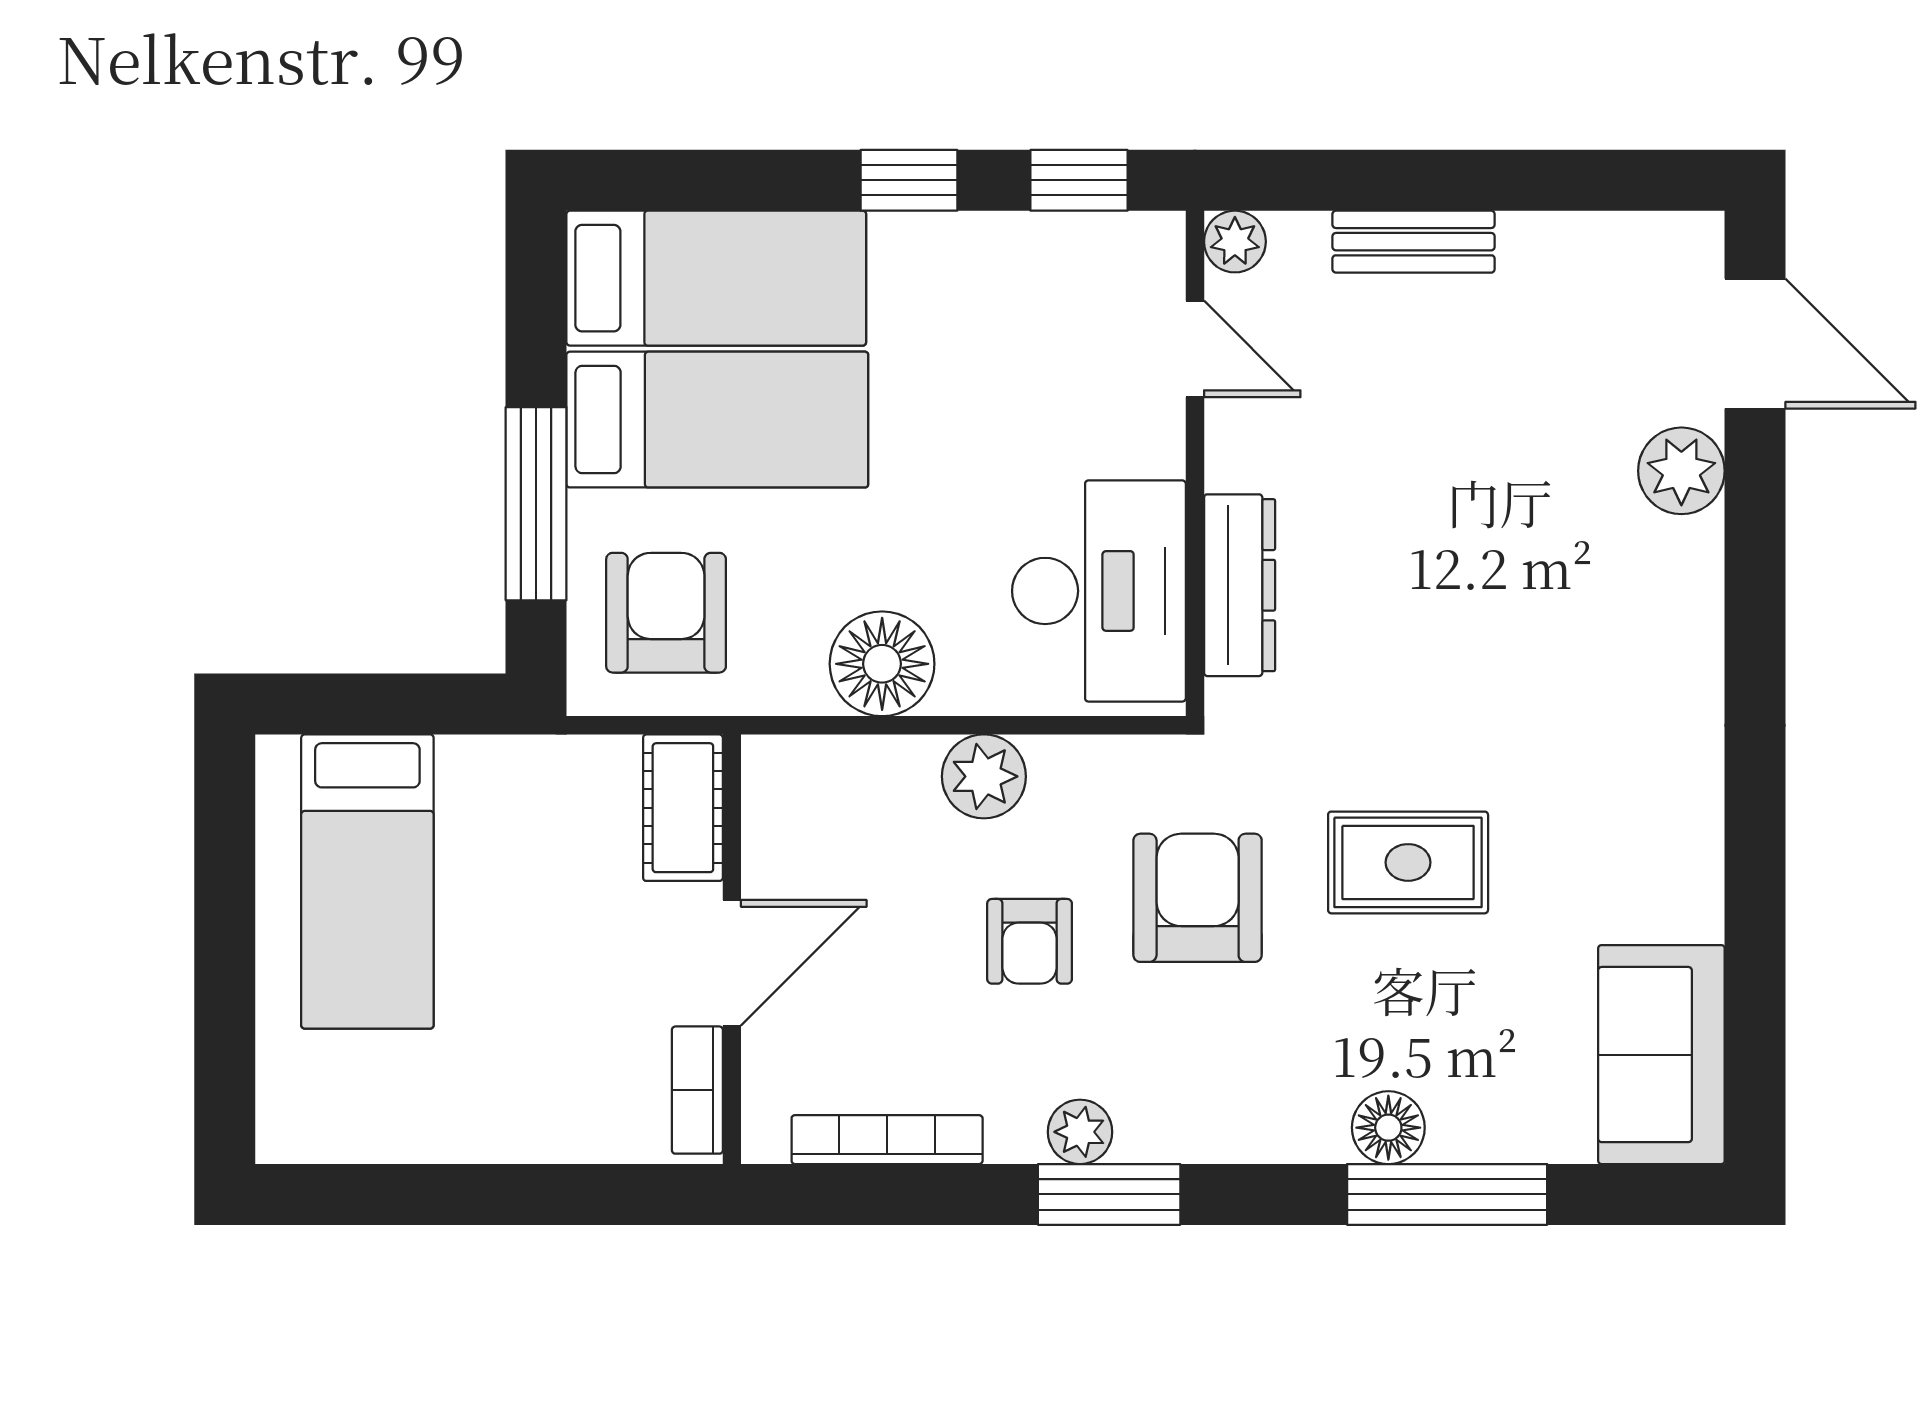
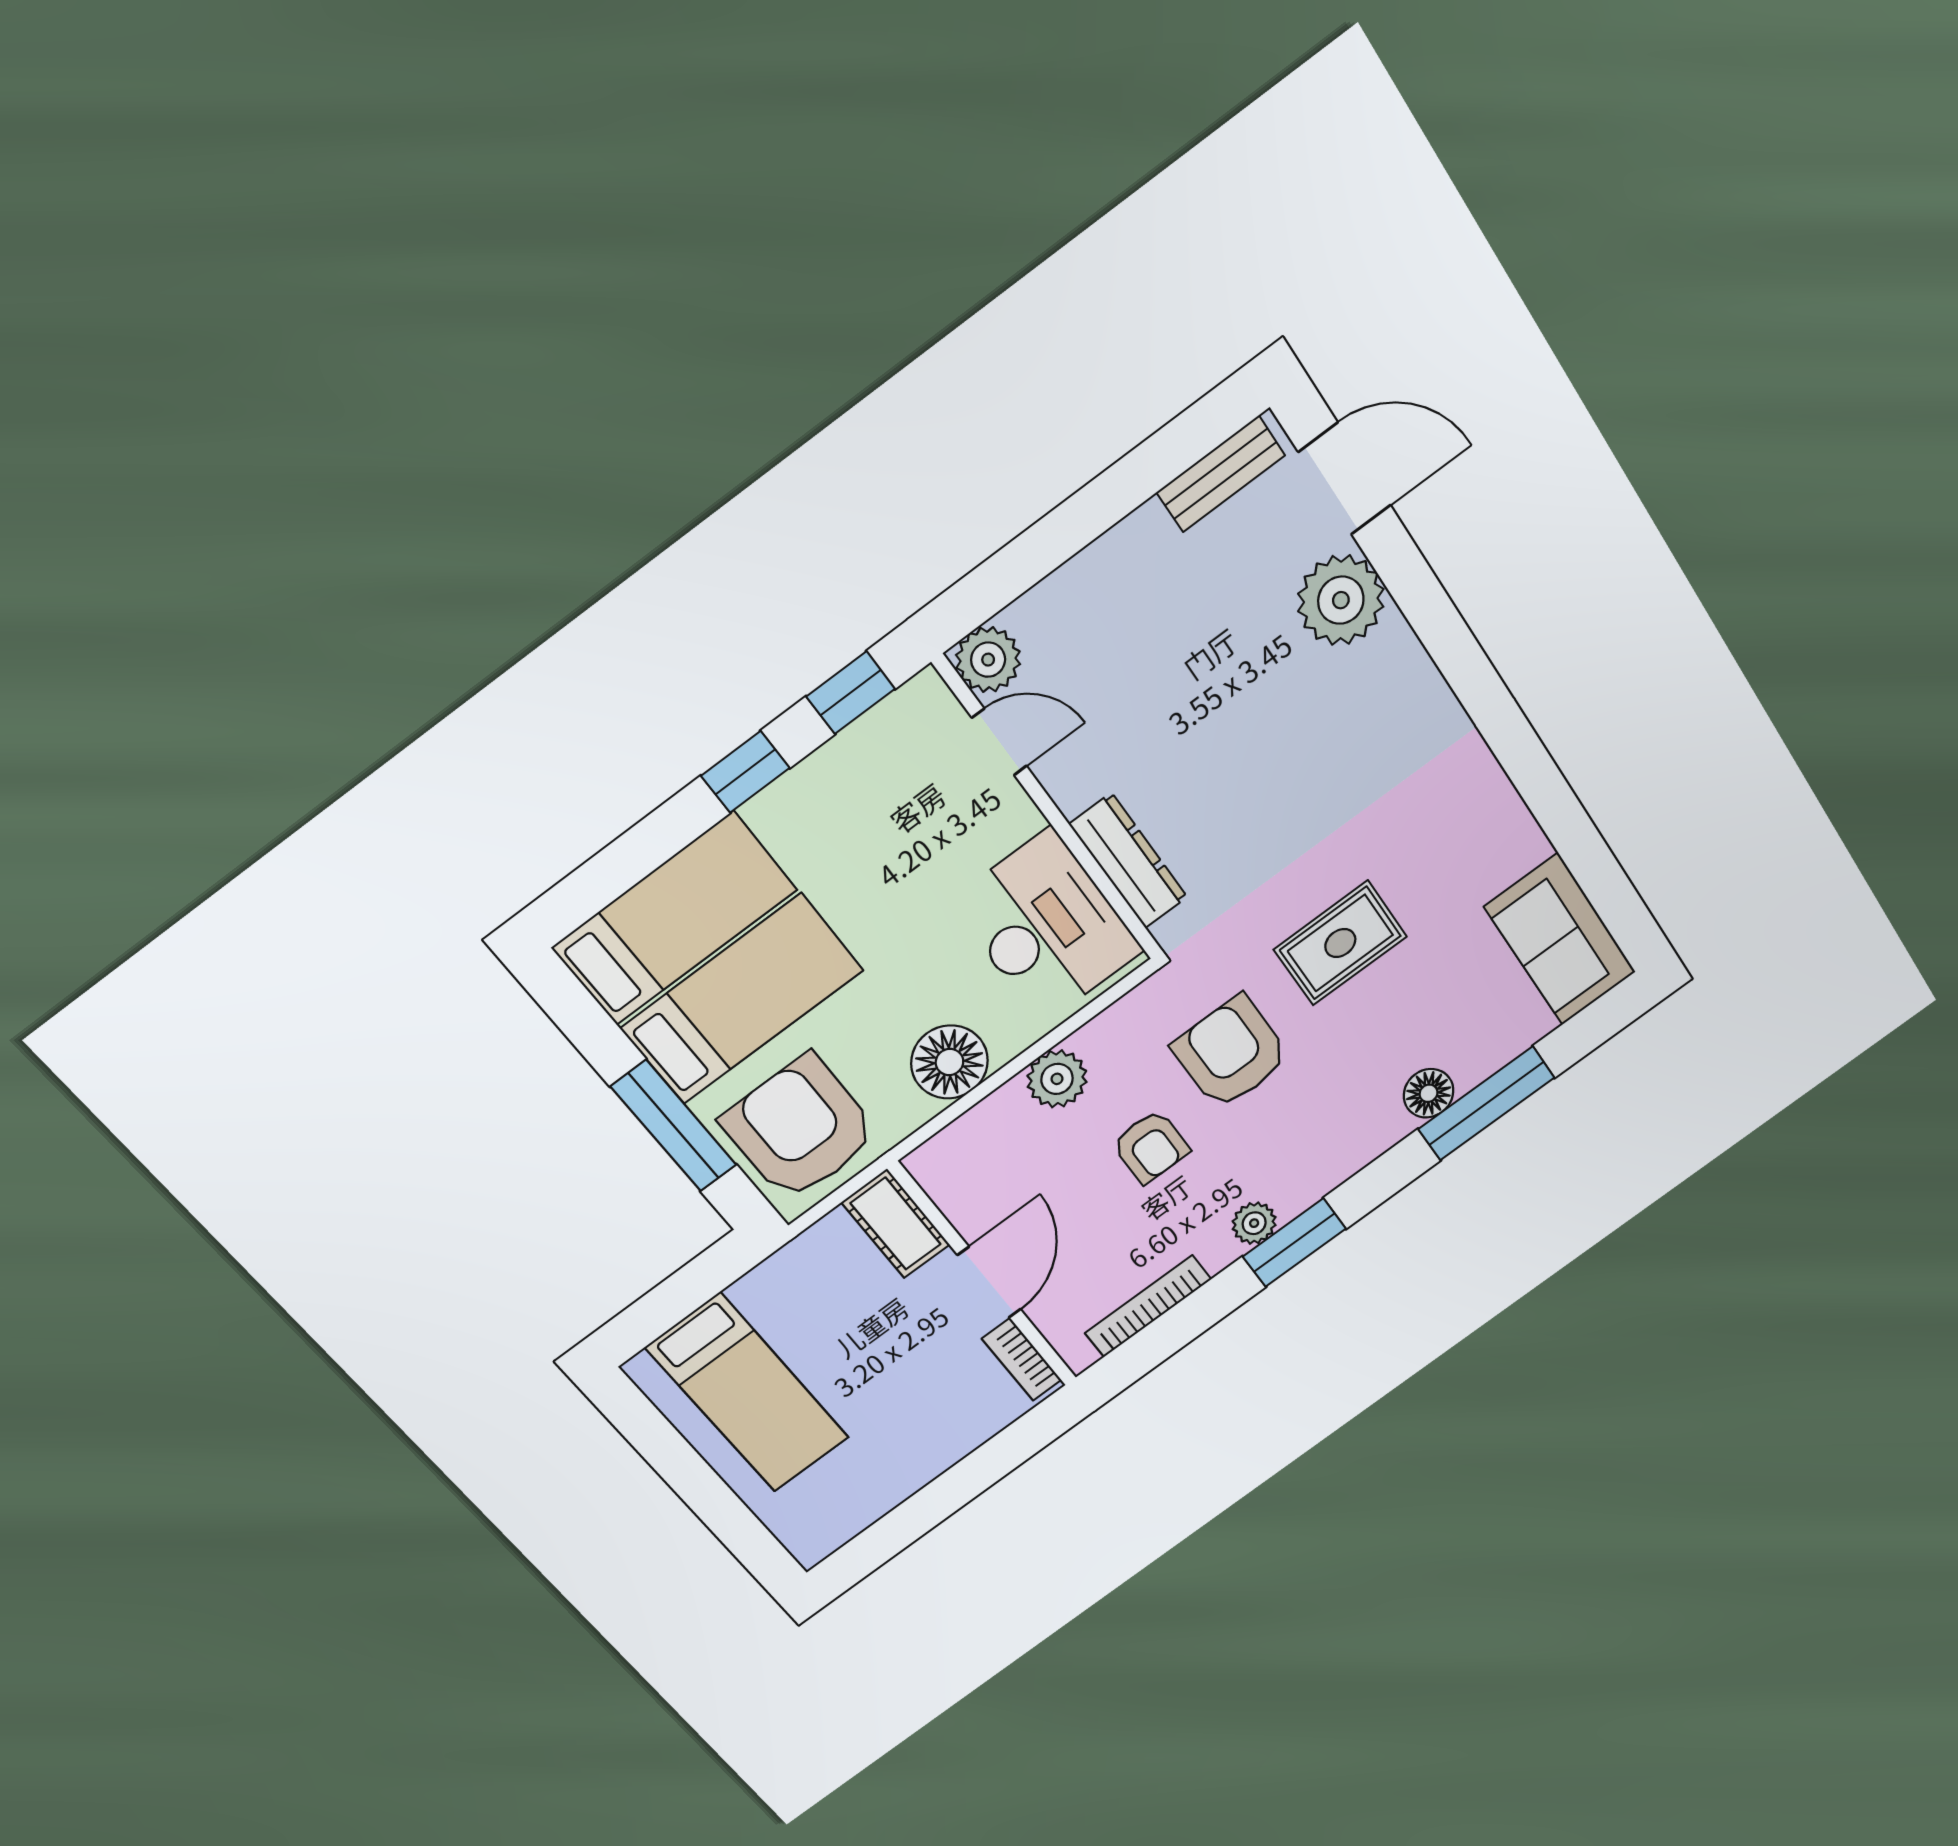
plant: (1235, 242) -> (988, 660), width x1.38, depth x1.38
bench: (1414, 242) -> (1221, 474), moved
plant: (1681, 471) -> (1341, 600), width x1.36, depth x1.36
armchair: (666, 613) -> (800, 1128), width x1.36, depth x1.36

